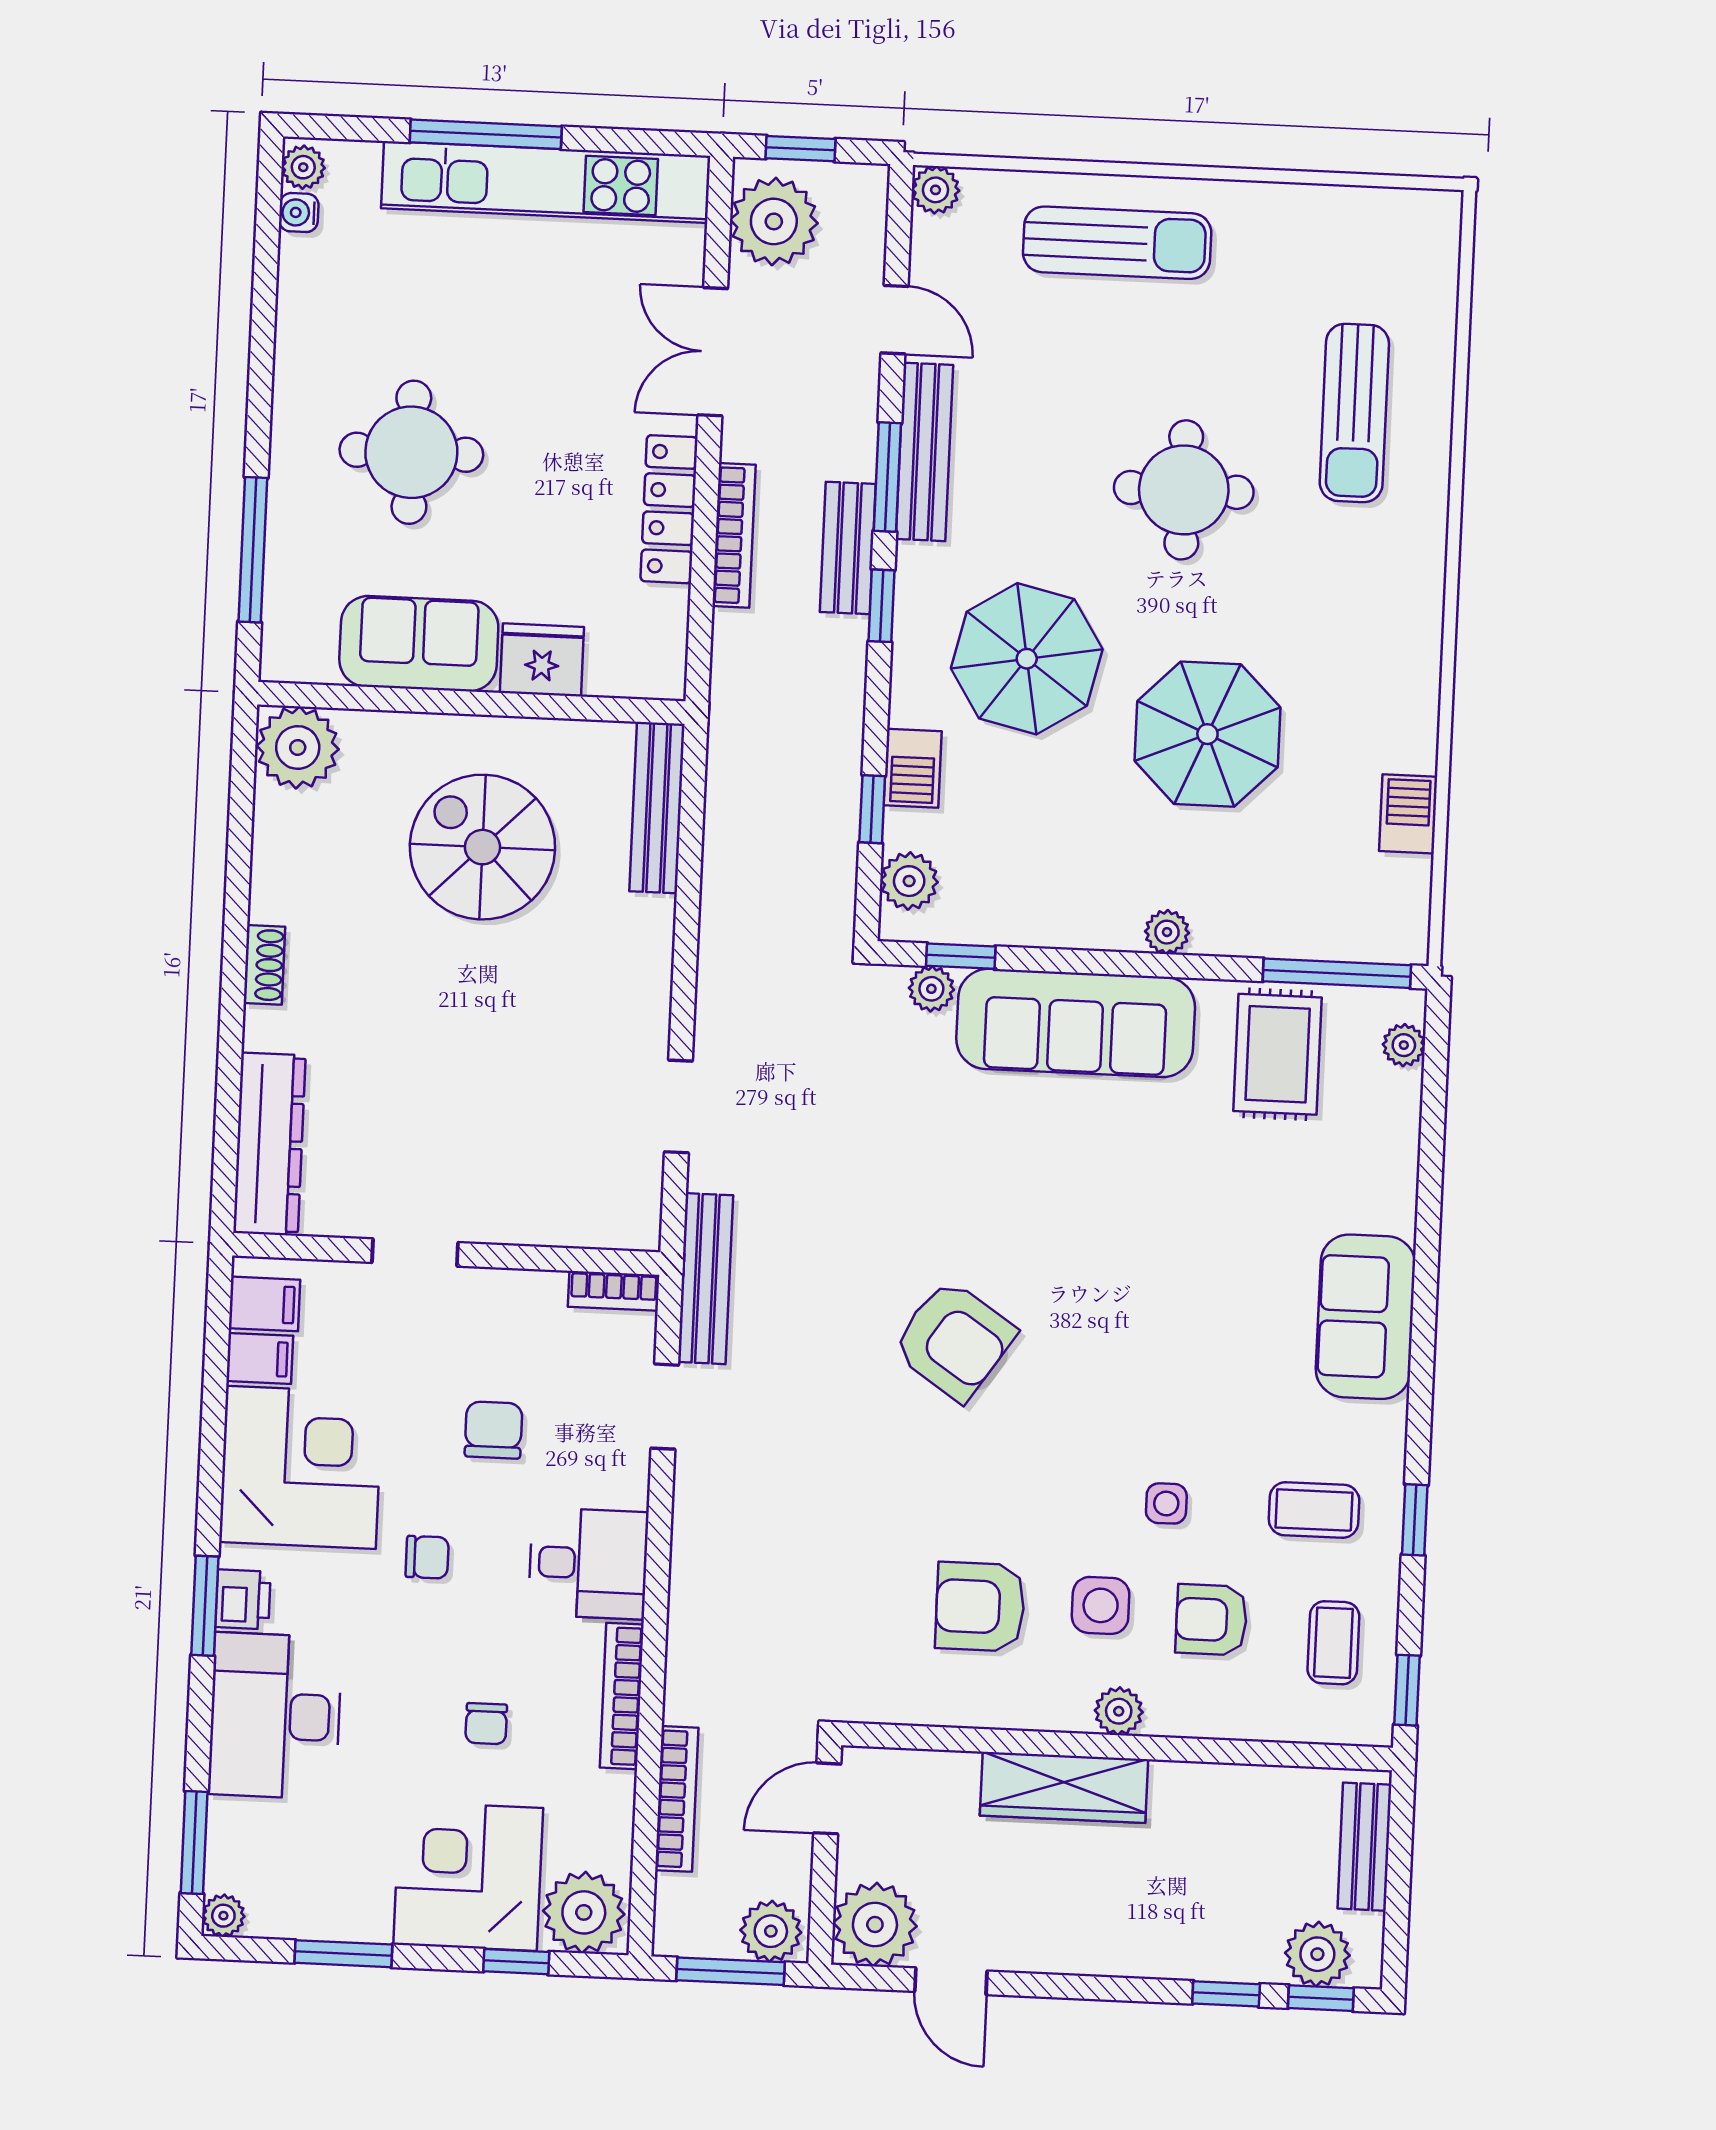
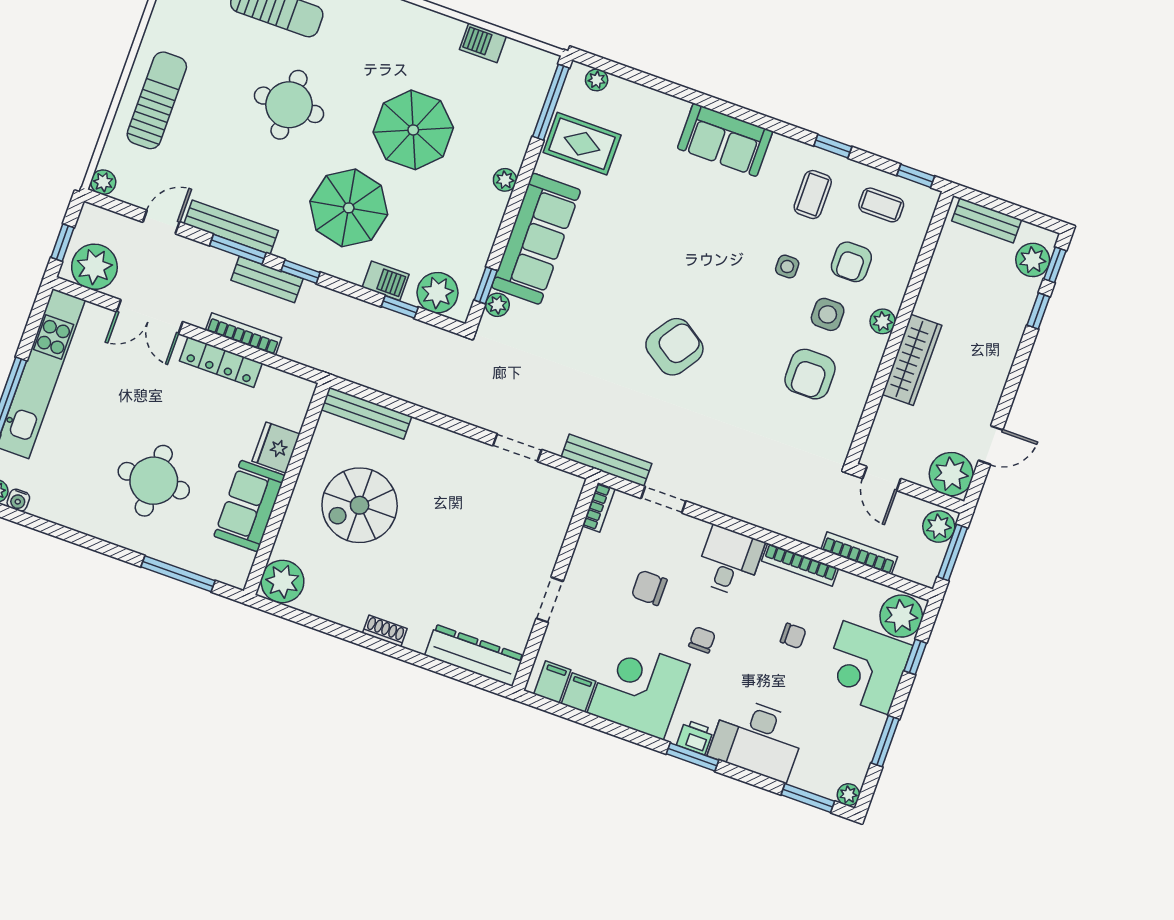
plant: (909, 881) -> (437, 293), width x1.36, depth x1.36

